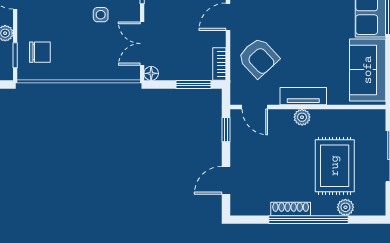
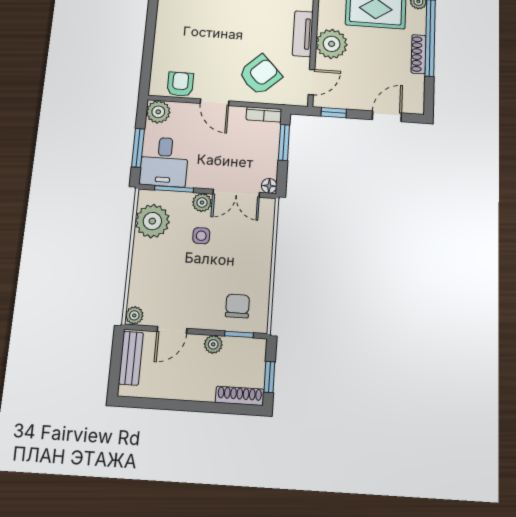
plant: (131, 13) -> (202, 203), added
plant: (302, 117) -> (332, 44), width x1.88, depth x1.88
door: (226, 180) -> (387, 116), swing flipped

